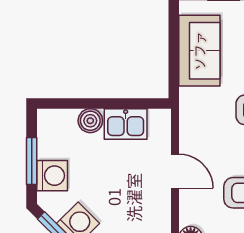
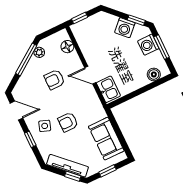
boiler: (90, 121) -> (154, 74), moved
kitchen sink: (126, 124) -> (108, 89), moved, turned 90

